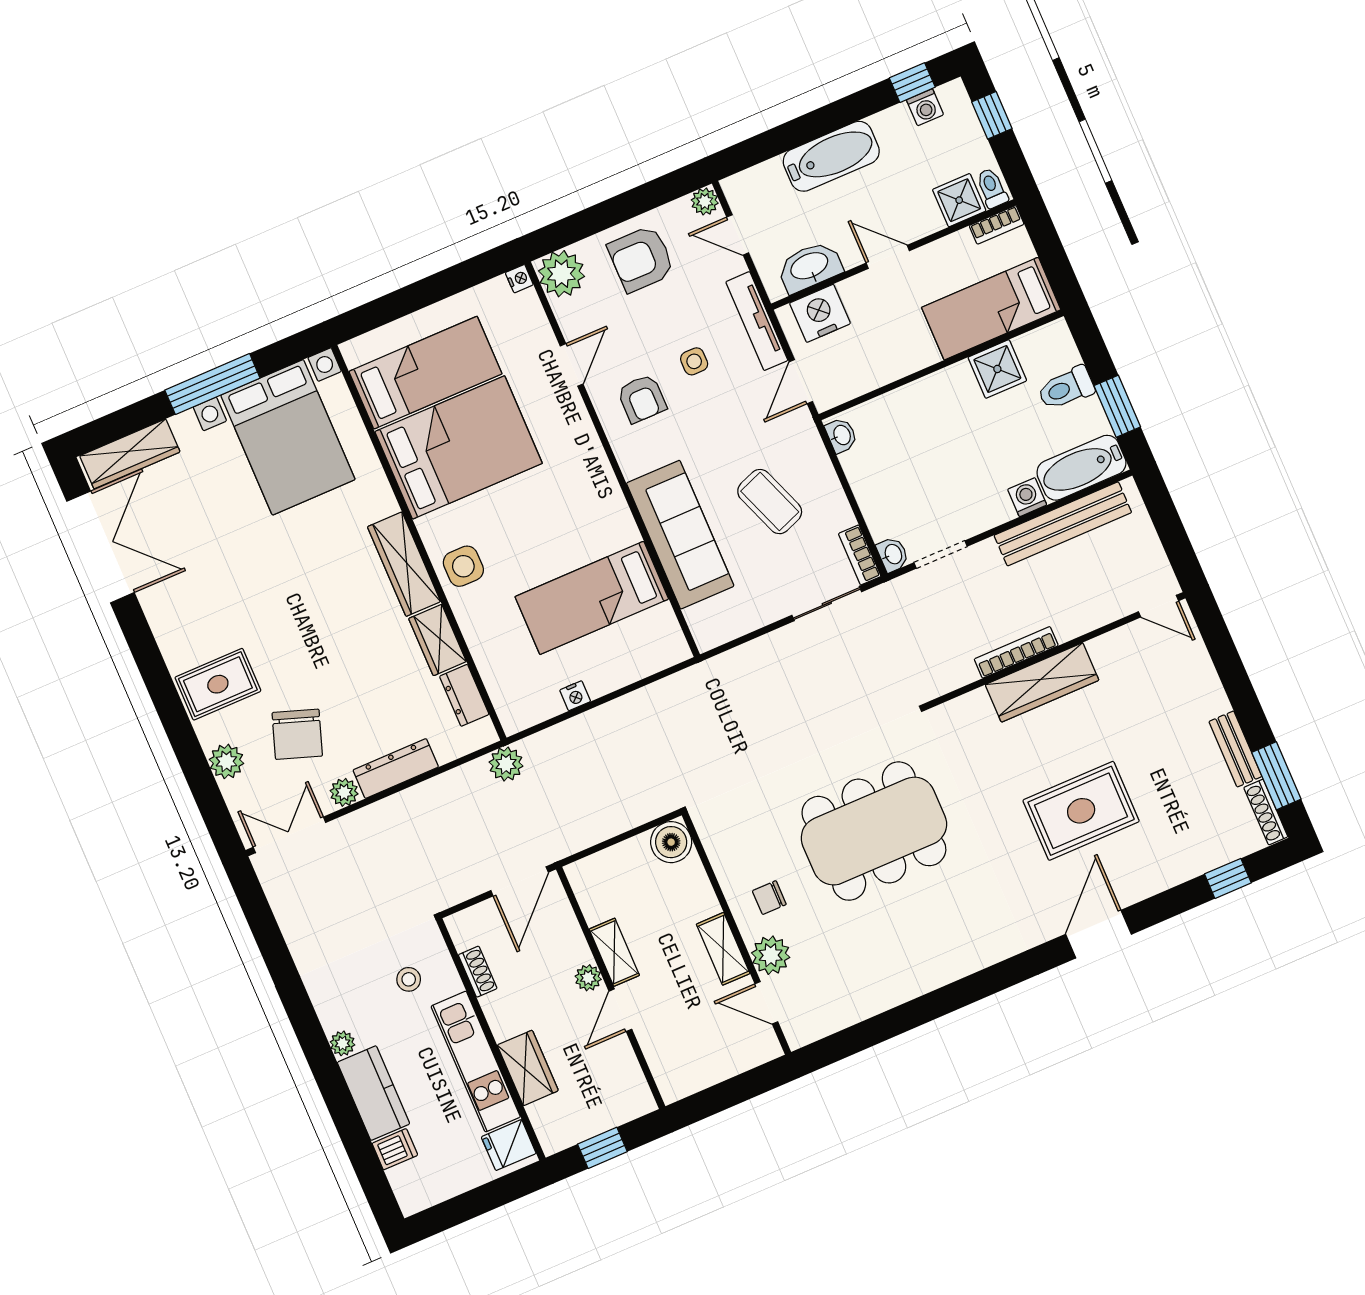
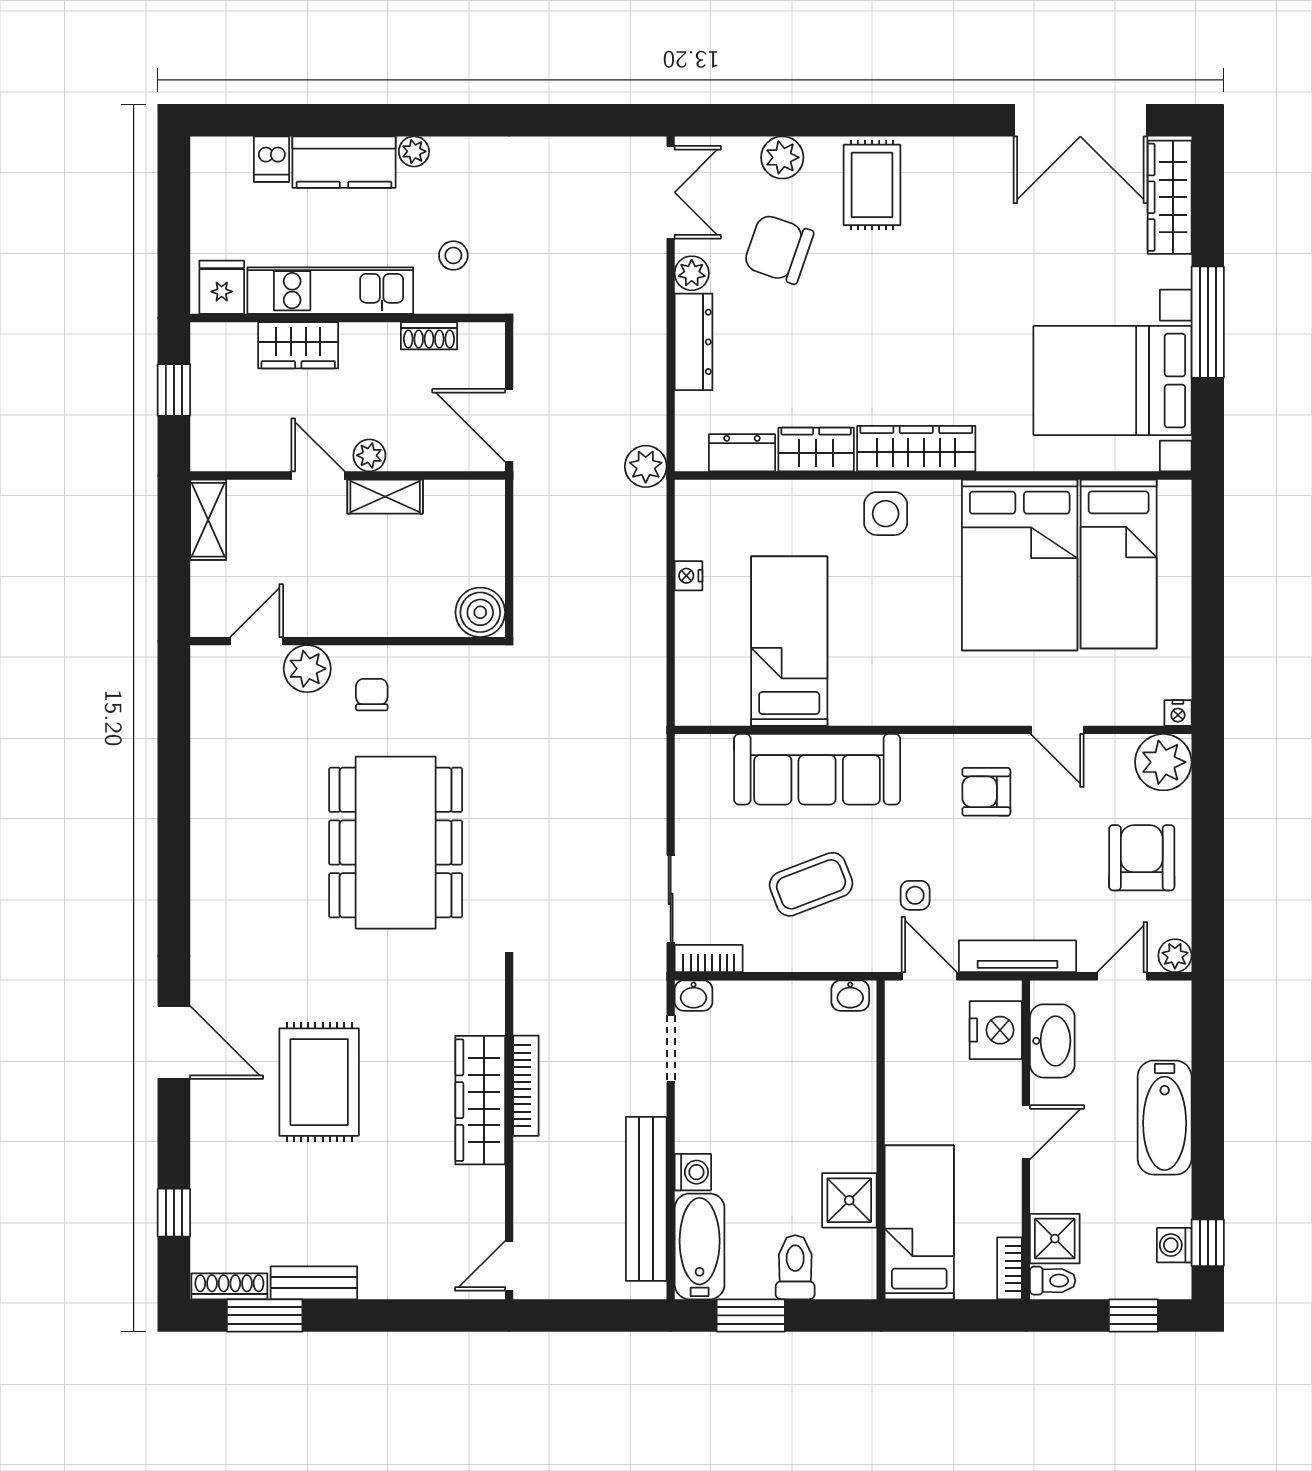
side table: (694, 361) -> (915, 895), moved
shelving: (723, 949) -> (208, 520), moved, turned 90

